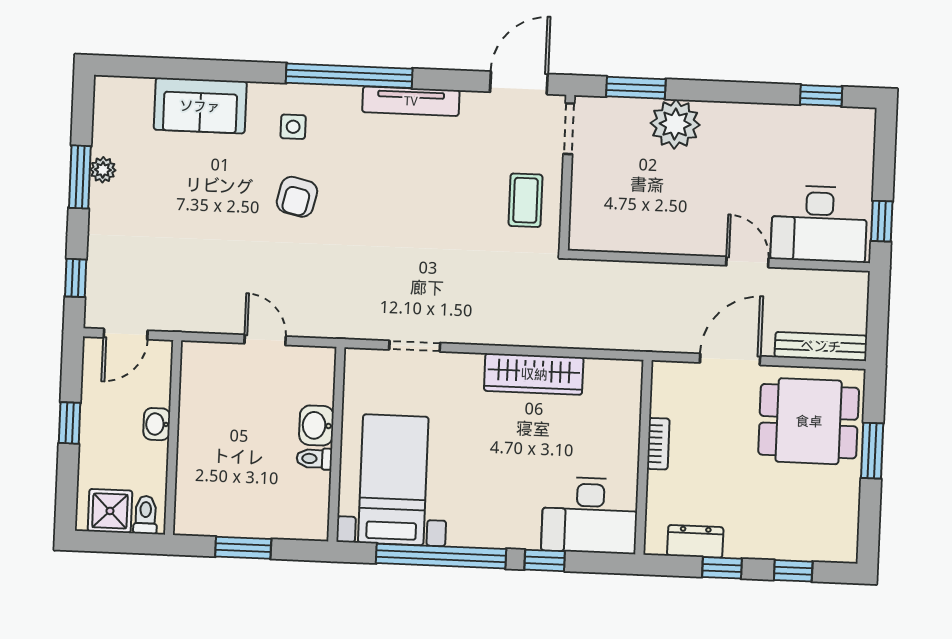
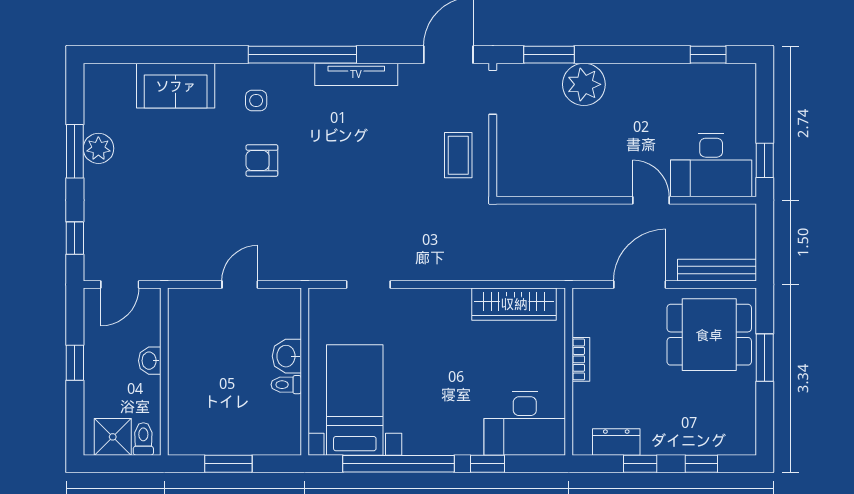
plant: (103, 170) -> (98, 148), width x1.38, depth x1.38
armchair: (297, 197) -> (262, 160), turned 77
door: (265, 340) -> (240, 284), hinge flipped
wardrobe: (534, 374) -> (514, 304), moved

